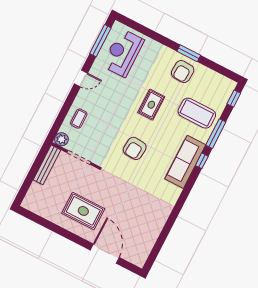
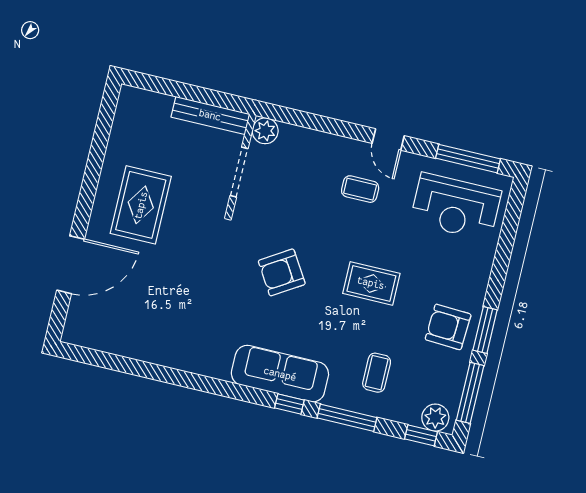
reception desk: (123, 53) -> (456, 207), turned 180
window: (219, 69) -> (470, 393), added
plant: (227, 89) -> (435, 418), added
coffee table: (197, 113) -> (377, 373), width x0.54, depth x0.58
coffee table: (79, 119) -> (360, 189), moved
armchair: (135, 148) -> (282, 272), turned -37

